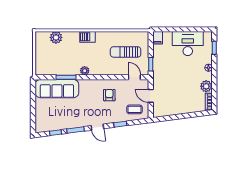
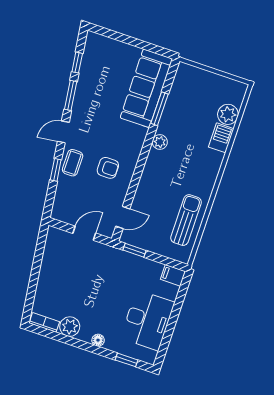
barbecue: (87, 37) -> (221, 138), moved
sun lounger: (126, 52) -> (186, 220), moved
coffee table: (134, 109) -> (73, 163), moved

